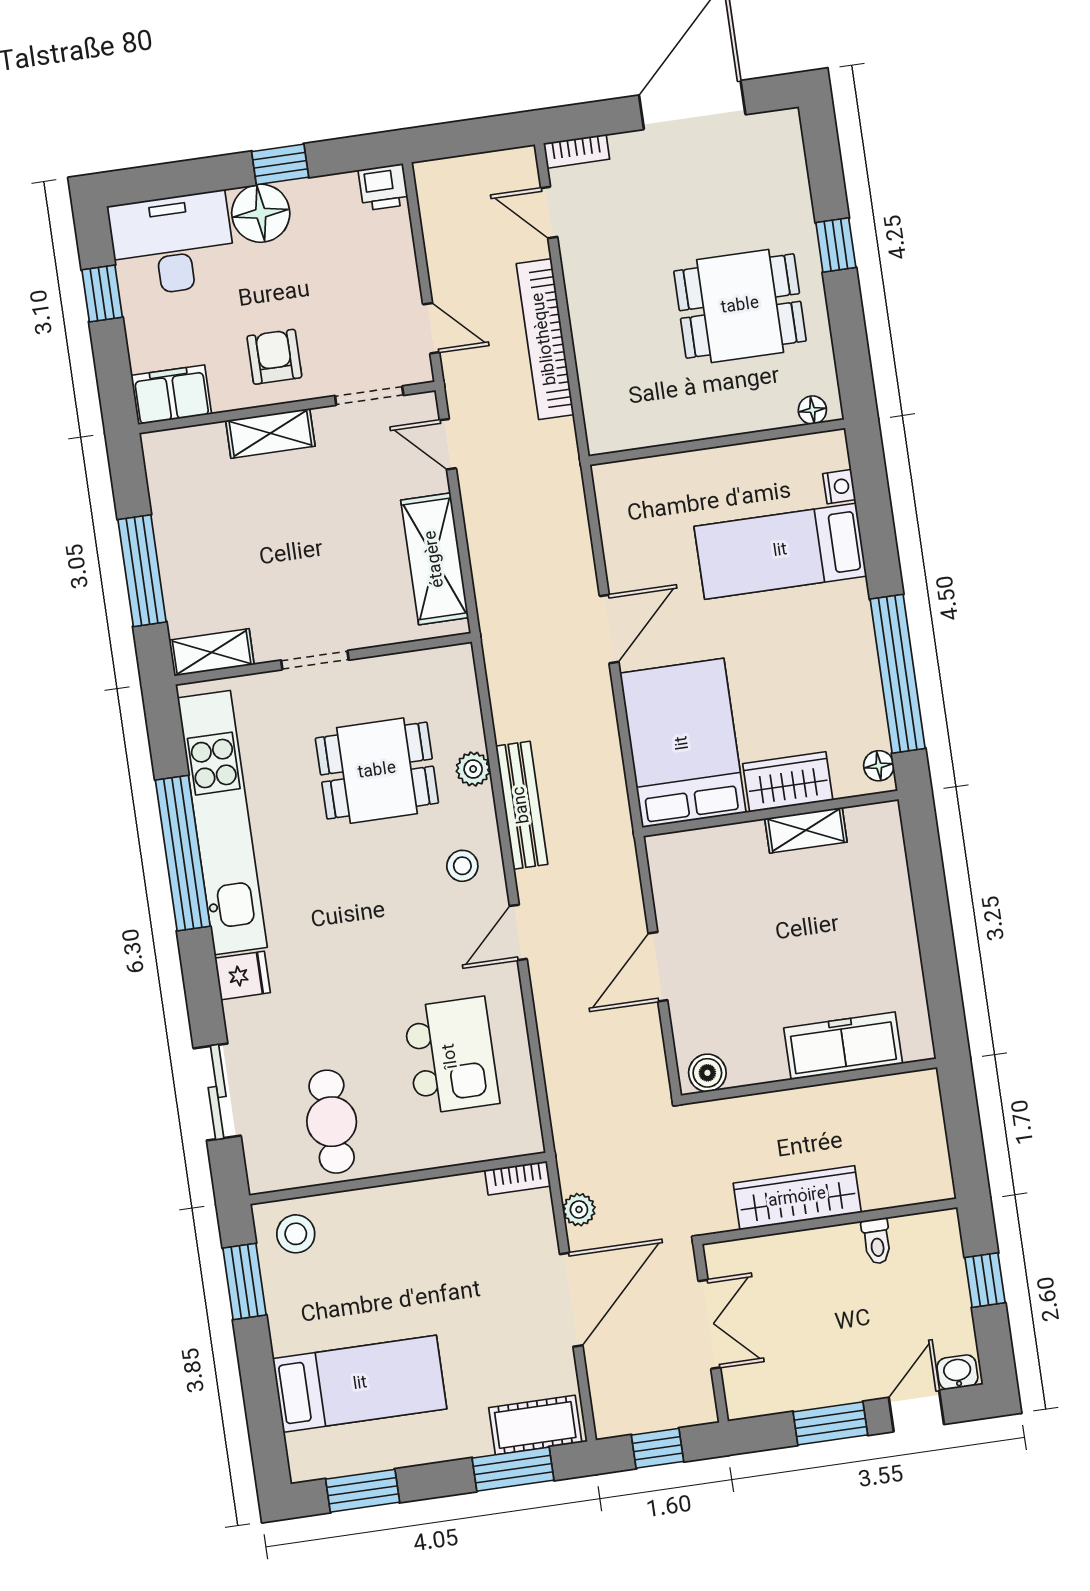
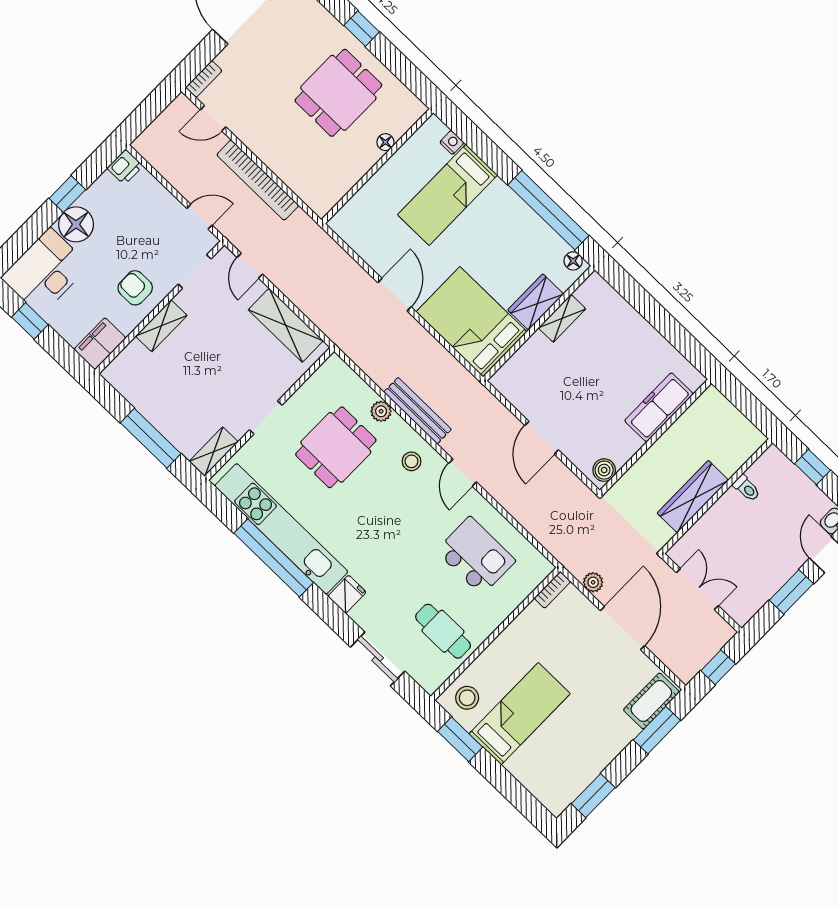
floor lamp: (812, 410) -> (385, 142), moved
door: (448, 444) -> (250, 266), hinge flipped
bed: (360, 1384) -> (520, 714), moved

